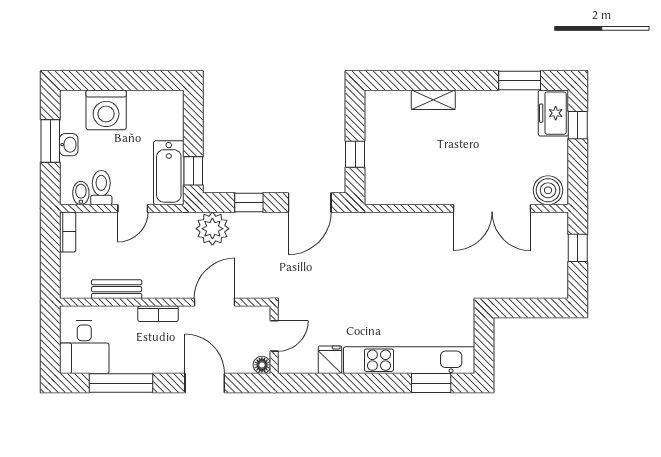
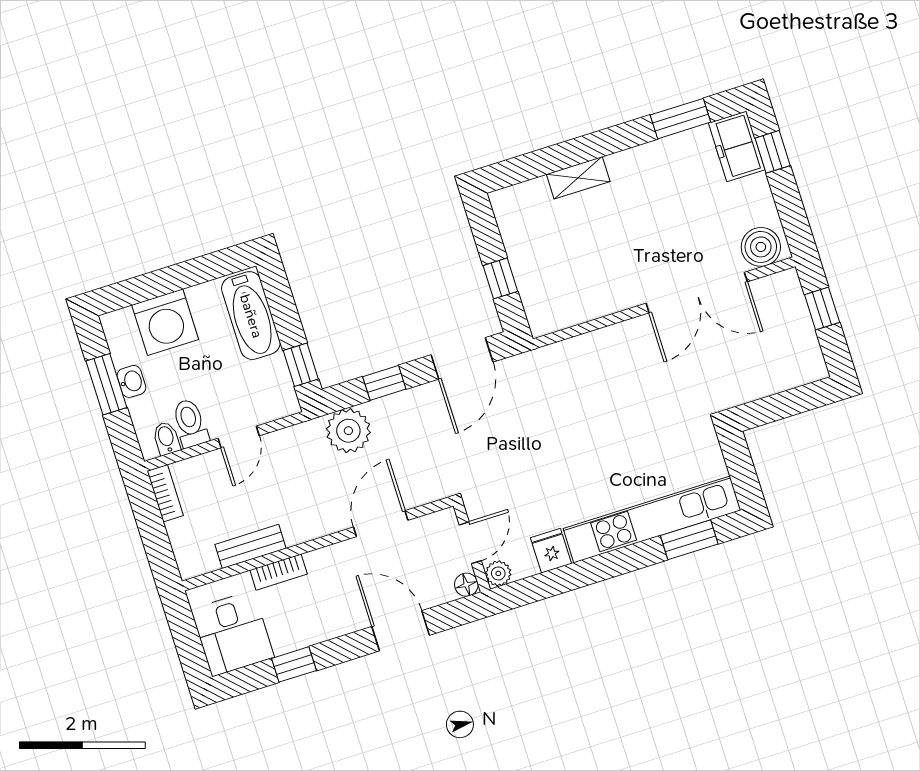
bathtub: (169, 173) -> (251, 316), moved
bookcase: (158, 314) -> (279, 572), moved
plant: (287, 364) -> (498, 573), added
window: (121, 383) -> (294, 664), width x0.46

